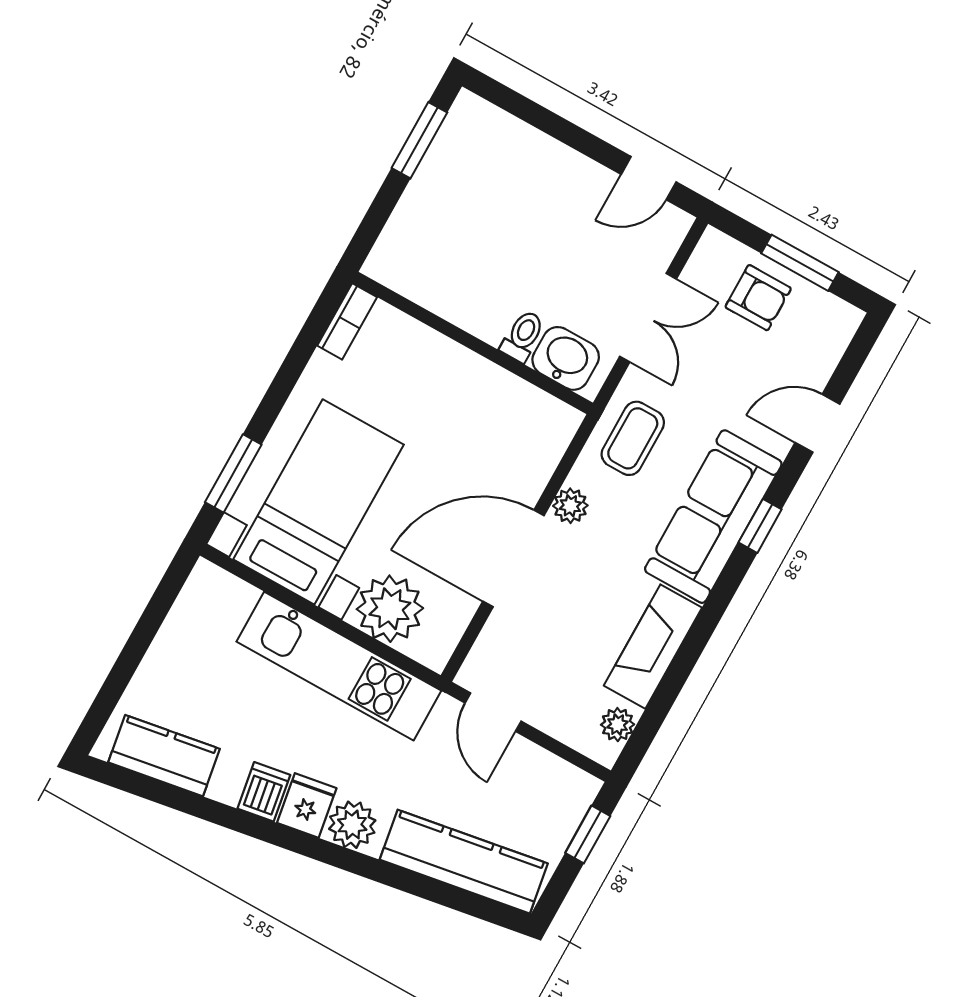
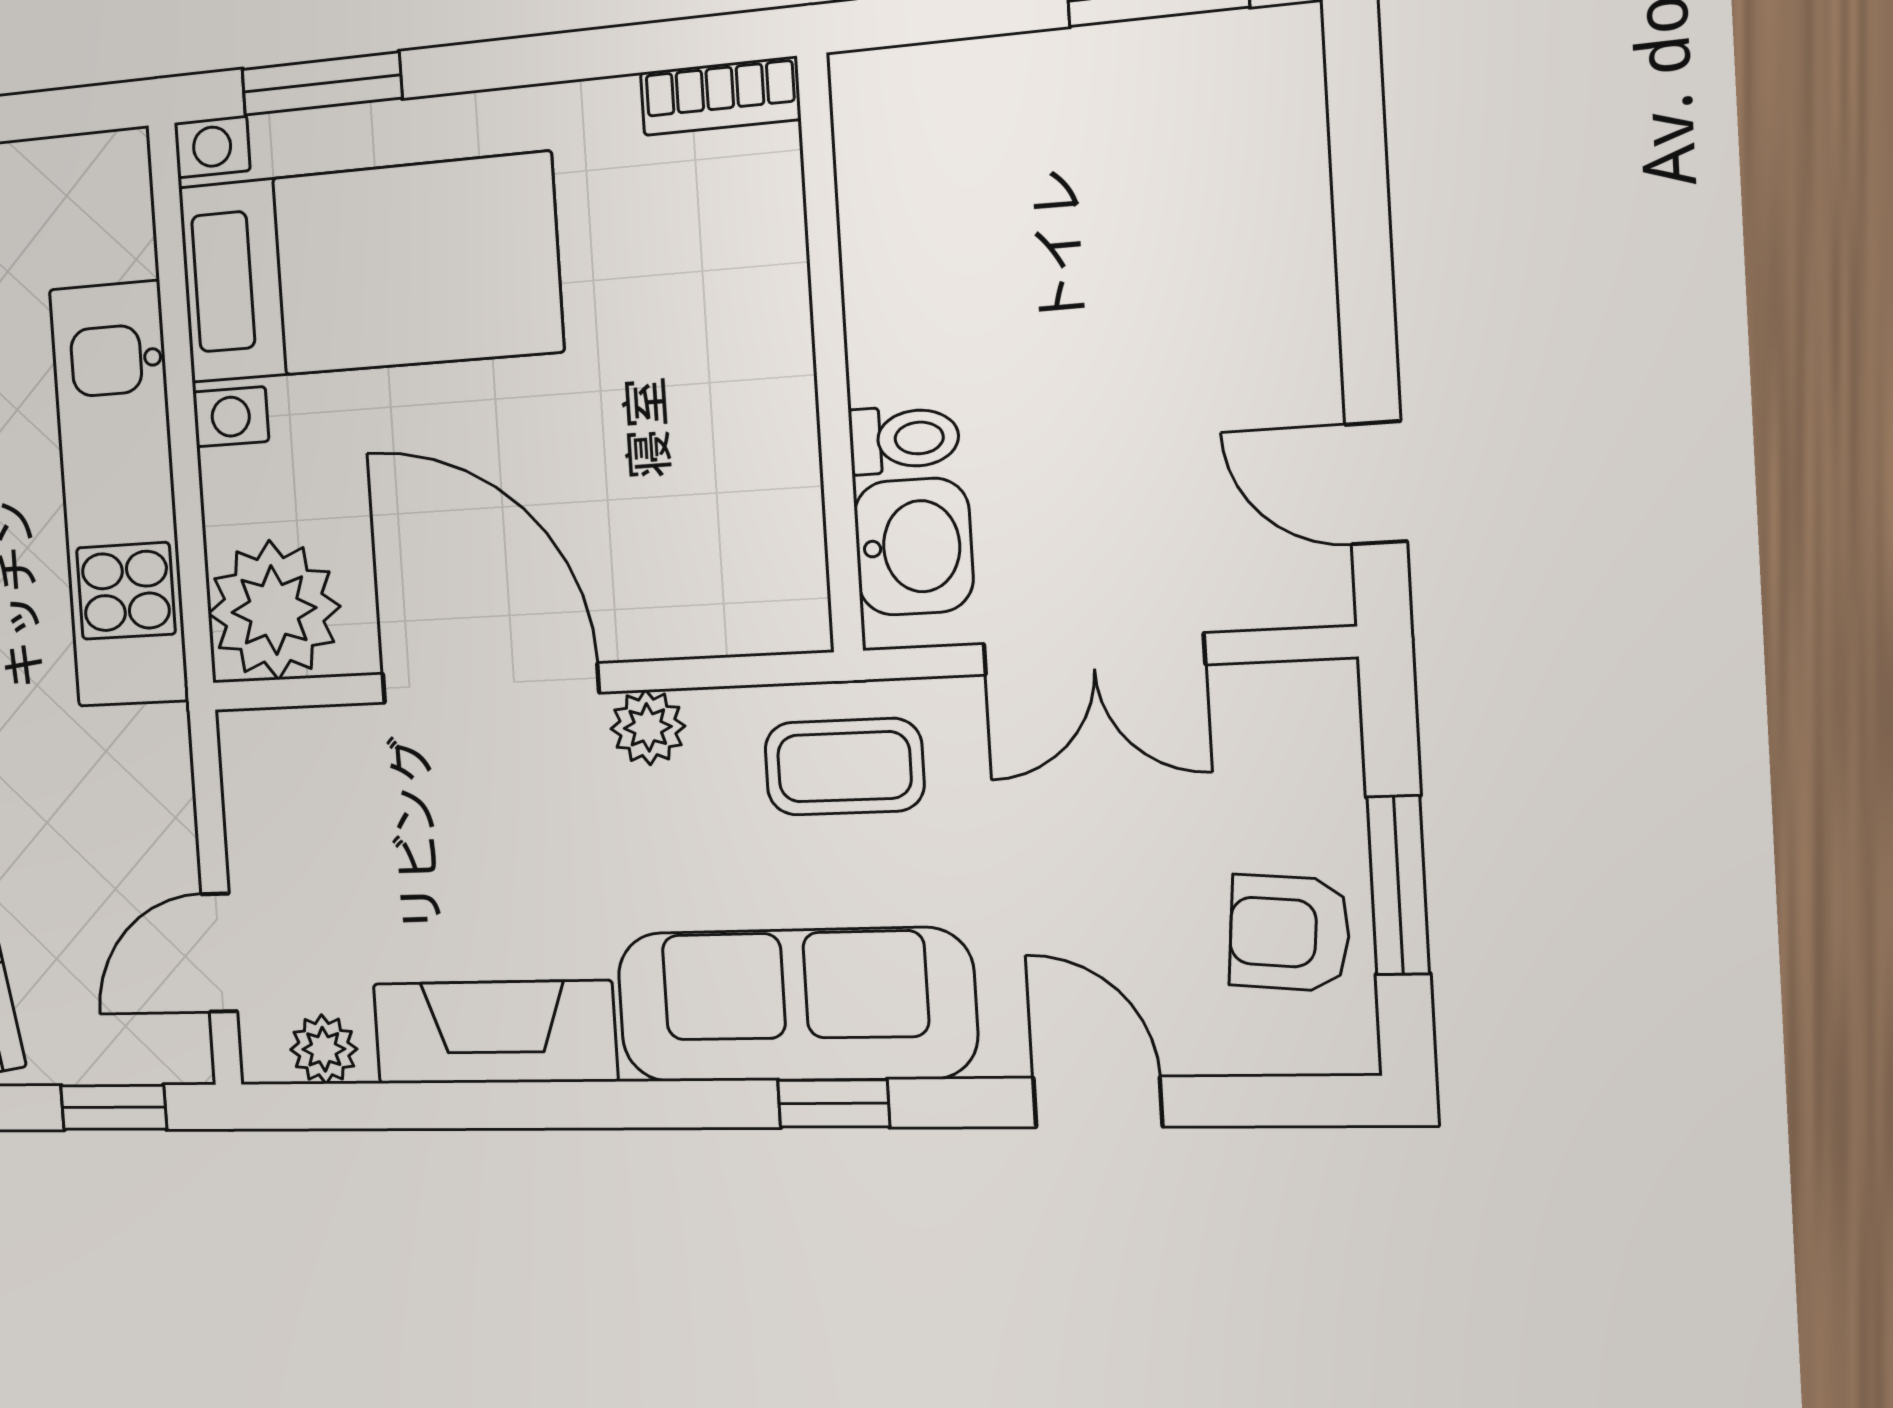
armchair: (758, 298) -> (1290, 933), moved, turned 95
plant: (390, 609) -> (274, 610), moved
door: (493, 712) -> (219, 953), moved

